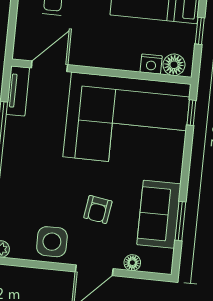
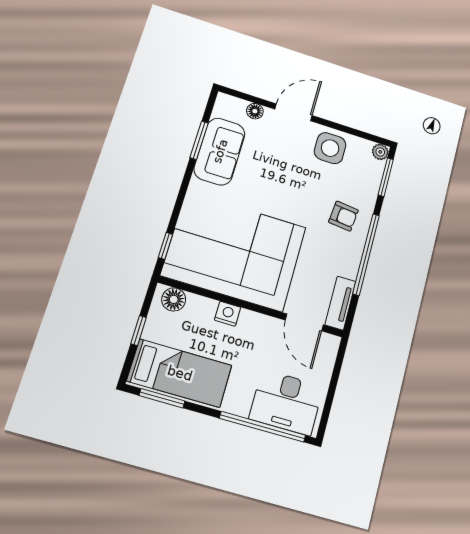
nightstand: (151, 64) -> (228, 314), moved
door: (49, 66) -> (304, 322), hinge flipped
armchair: (98, 209) -> (343, 216), moved, turned 87

